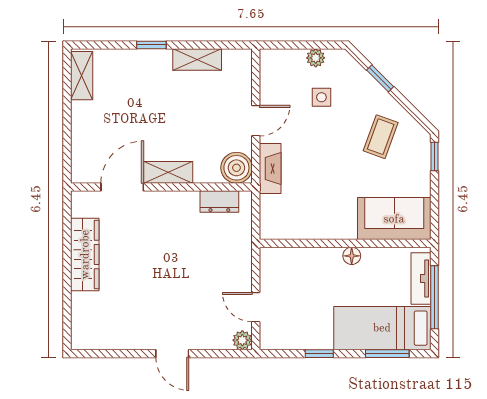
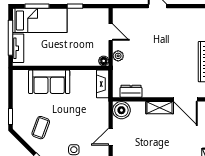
fireplace: (270, 169) -> (103, 84), moved
door: (122, 187) -> (185, 99), hinge flipped
sofa: (394, 219) -> (49, 82), moved
floor lamp: (352, 256) -> (104, 61), moved
plant: (242, 340) -> (118, 56), moved

